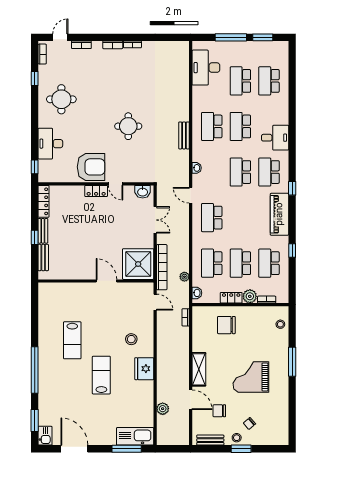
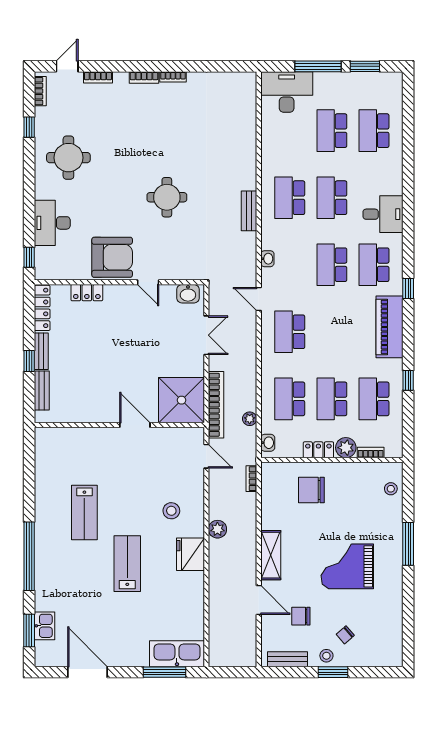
desk: (206, 68) -> (287, 92), moved, turned 90
locker: (96, 191) -> (87, 293), moved
plant: (163, 409) -> (217, 529), moved
kitchen sink: (45, 436) -> (44, 626), moved

